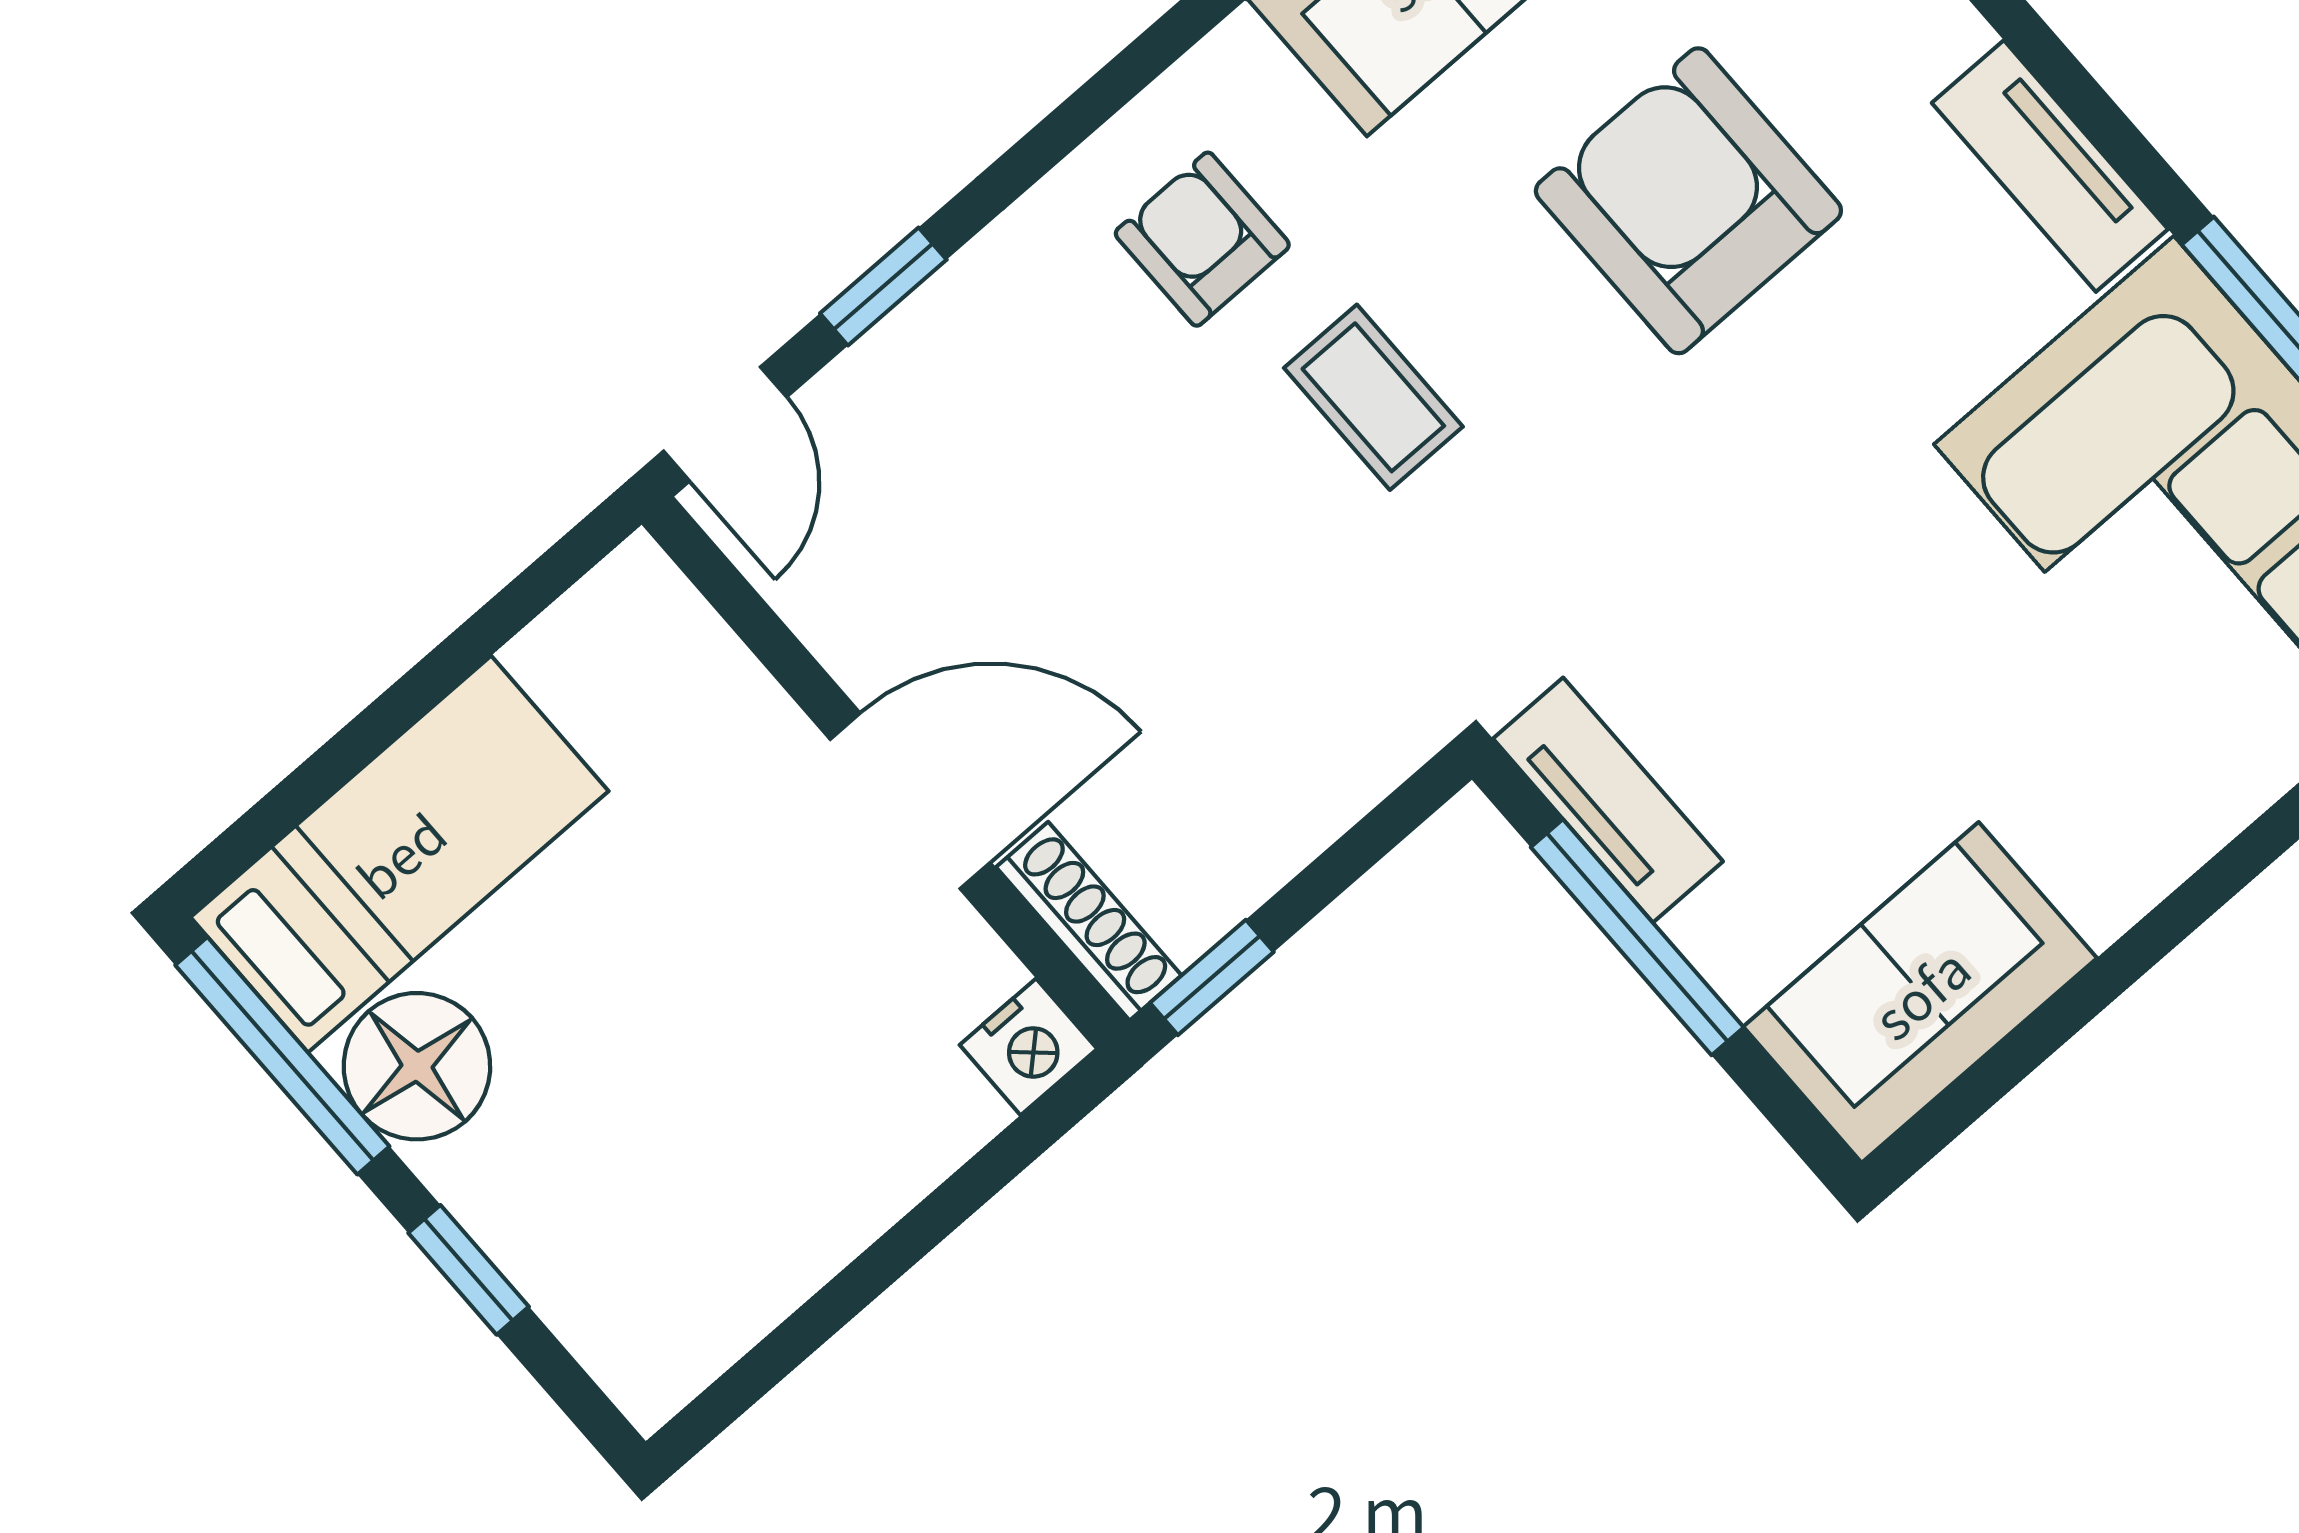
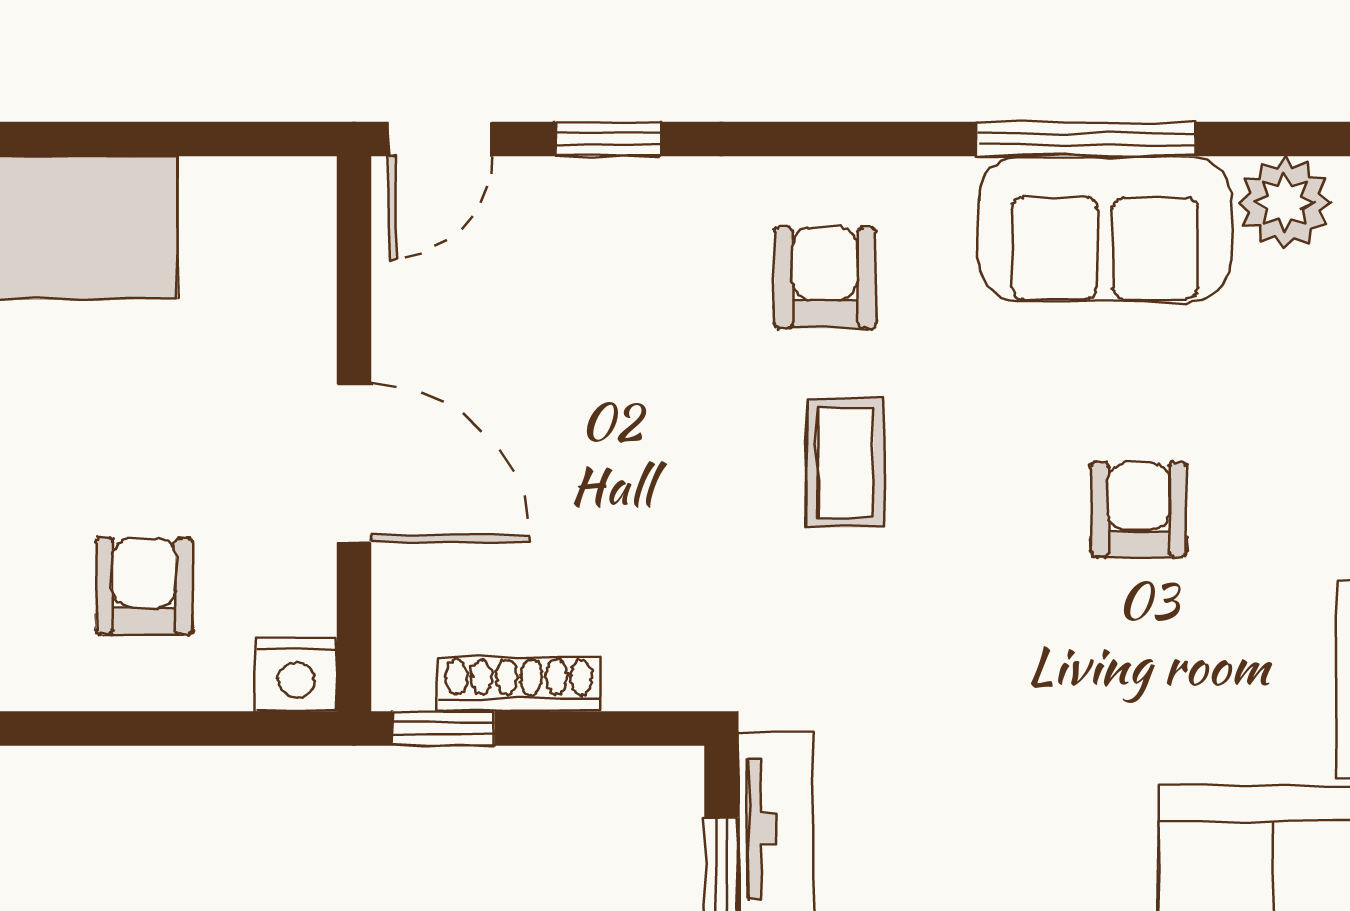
armchair: (1688, 201) -> (1139, 510), width x0.53, depth x0.53
shoe rack: (1089, 921) -> (519, 684), moved, turned -90
armchair: (813, 1089) -> (144, 586), added

